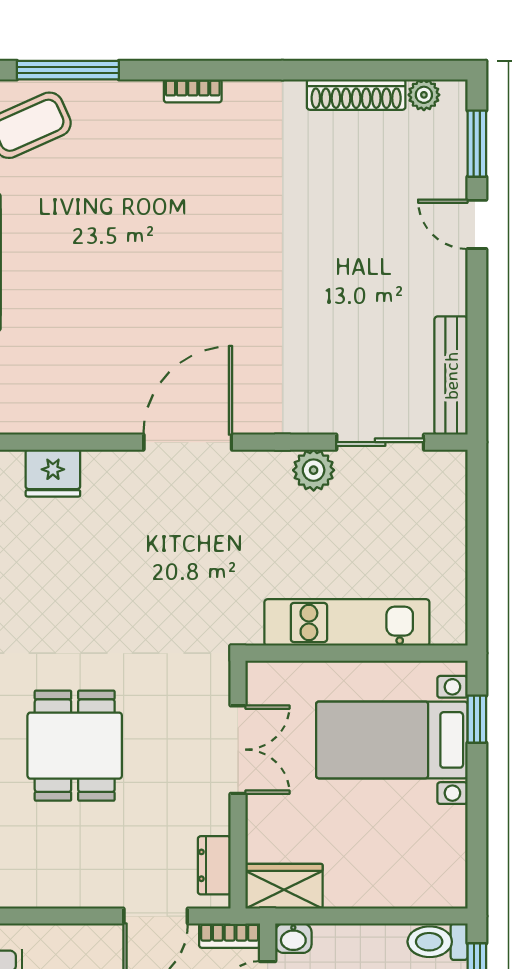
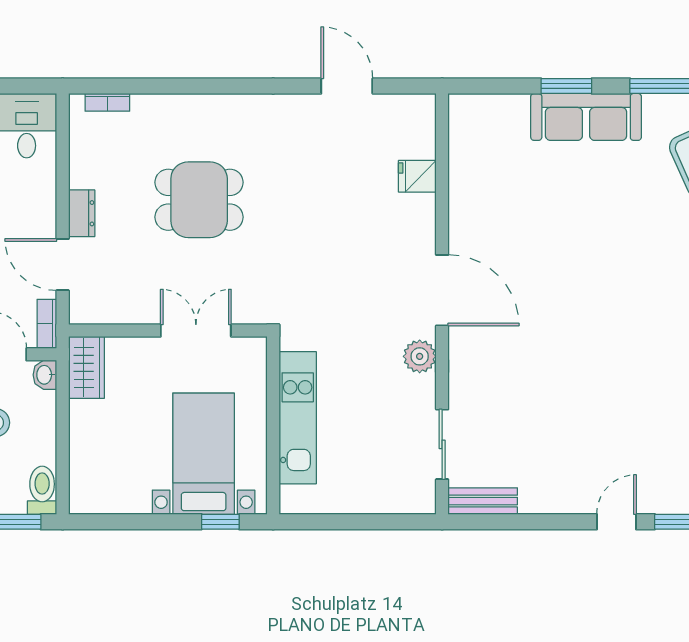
bench: (451, 376) -> (483, 501), width x0.73
plant: (314, 470) -> (420, 356), moved
fridge: (53, 473) -> (417, 176), width x0.72
double door: (238, 750) -> (196, 331), swing flipped
dresser: (214, 865) -> (82, 213), moved, turned 90

